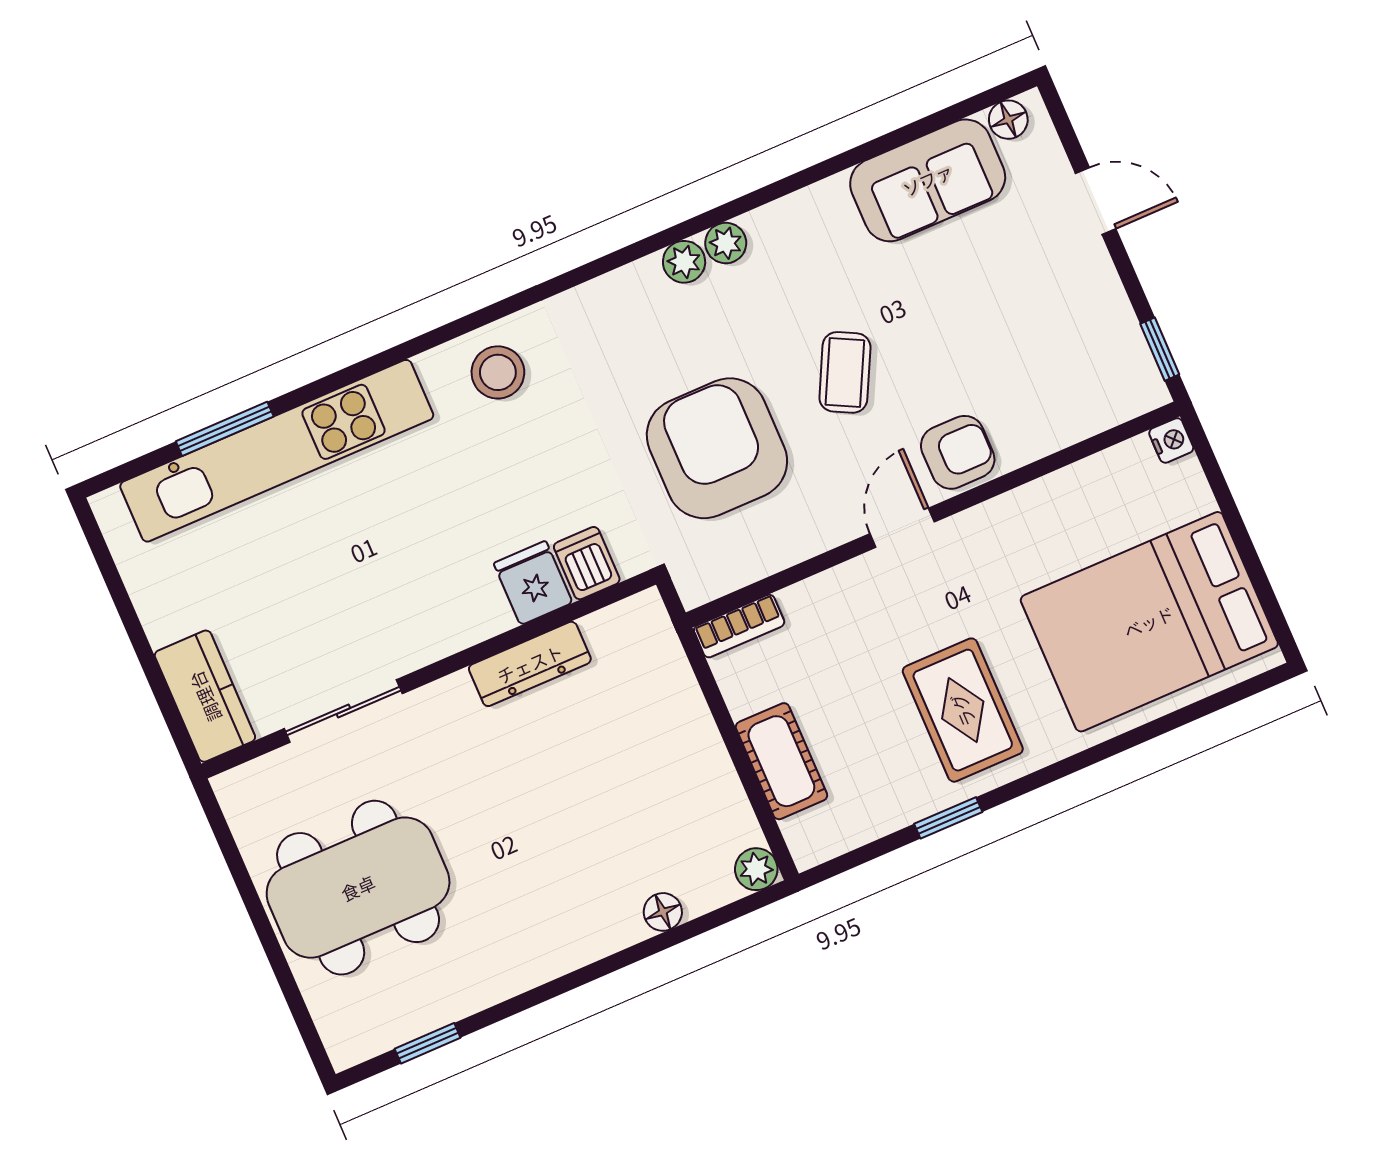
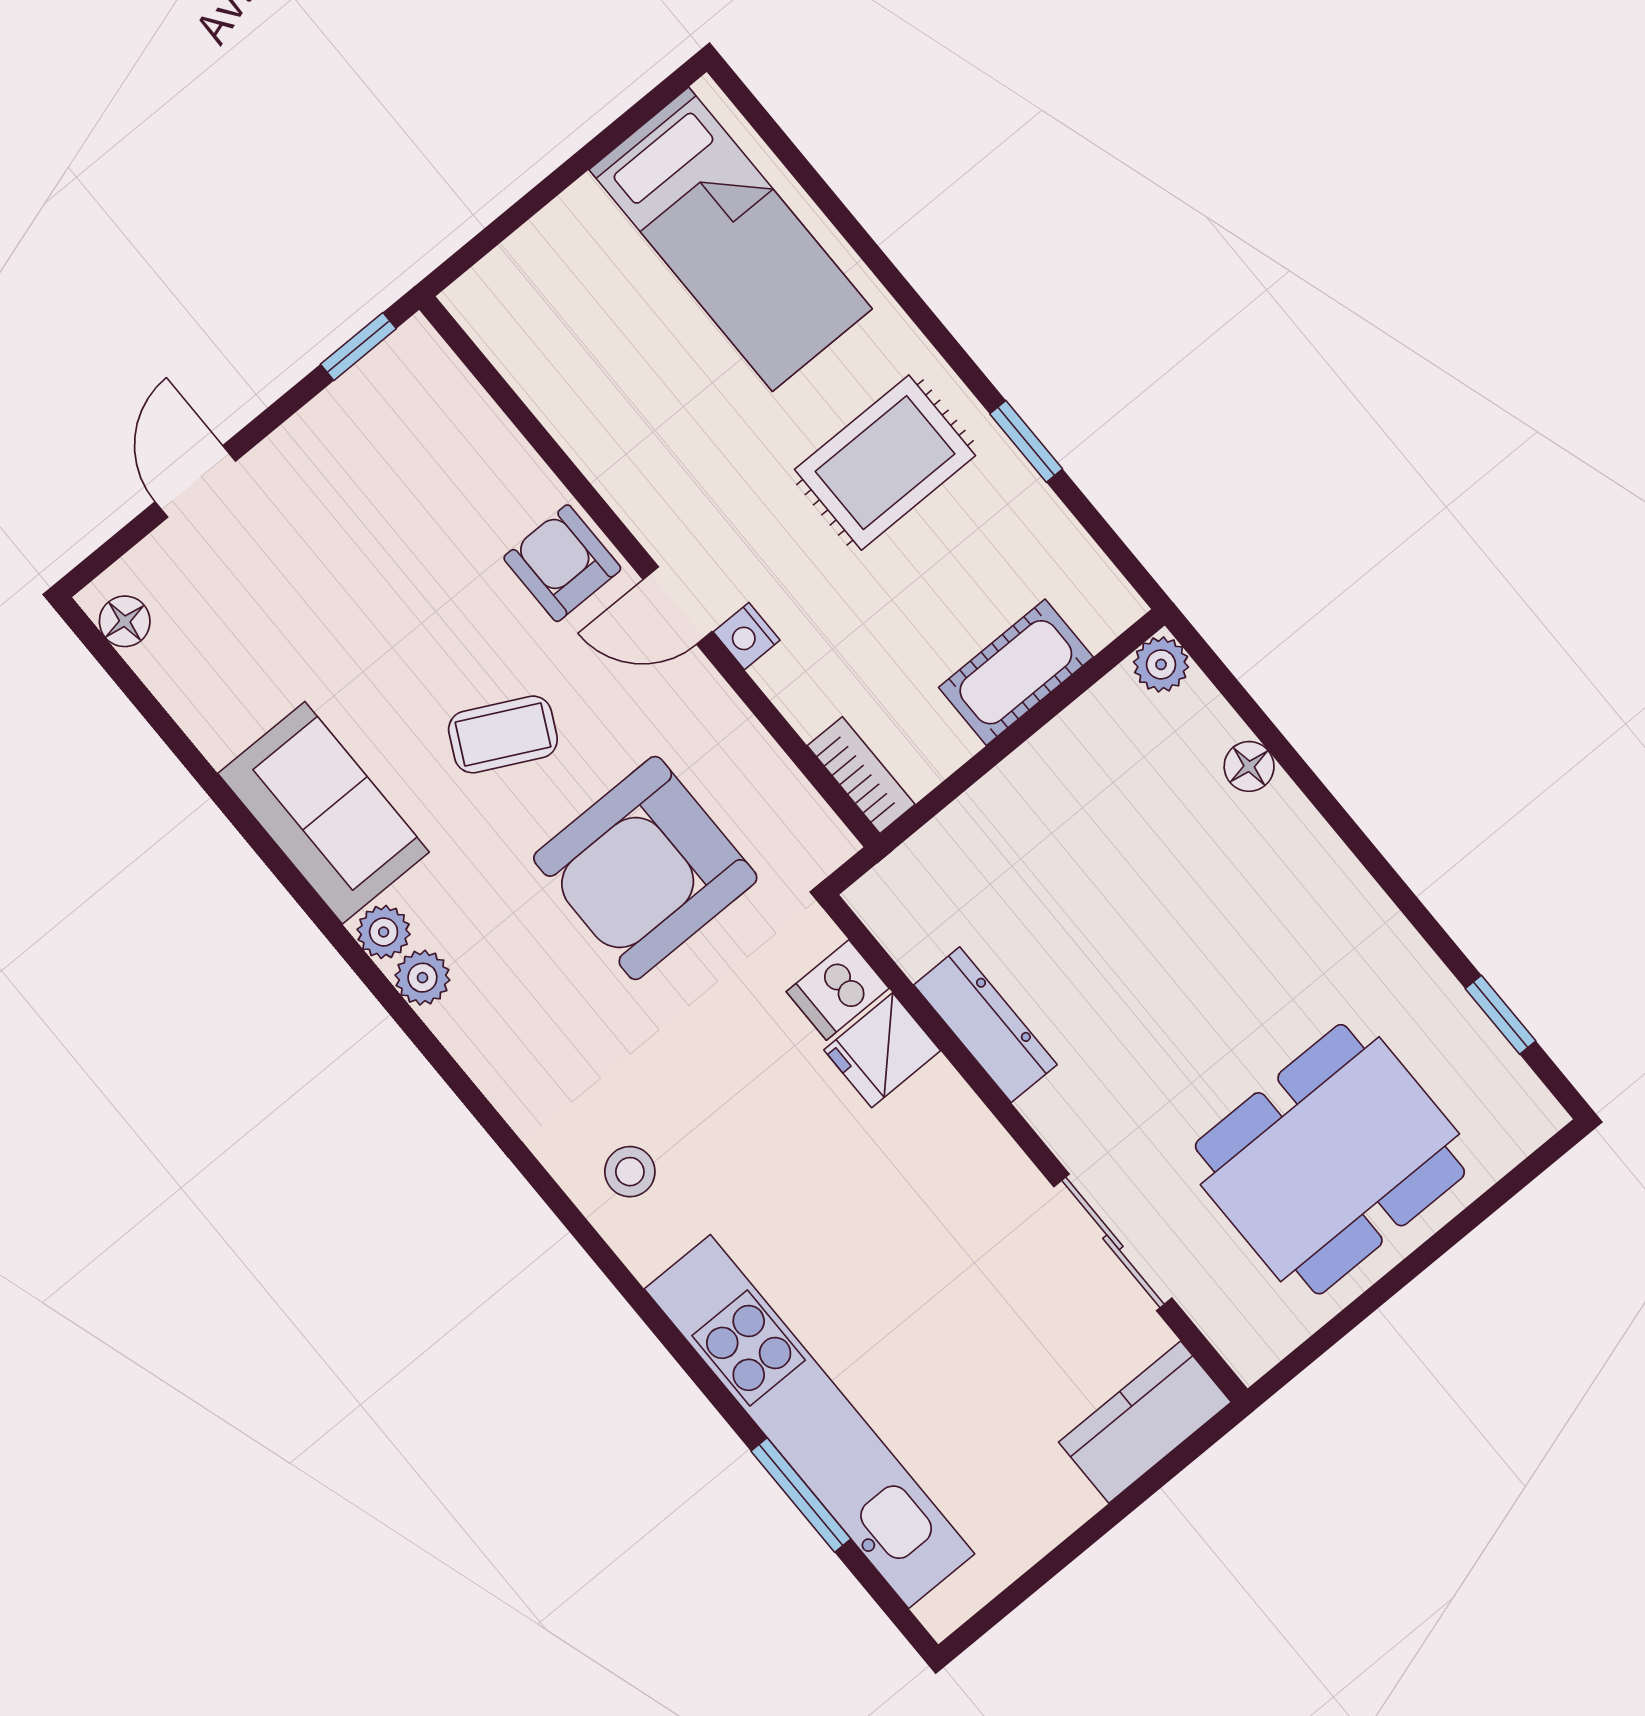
sofa: (928, 180) -> (324, 813), moved
stool: (498, 372) -> (630, 1172), width x0.73, depth x0.73
nightstand: (1171, 440) -> (747, 636), moved, turned -90
bed: (1149, 622) -> (731, 239), width x0.67
dining table: (358, 888) -> (1330, 1159), turned 90

